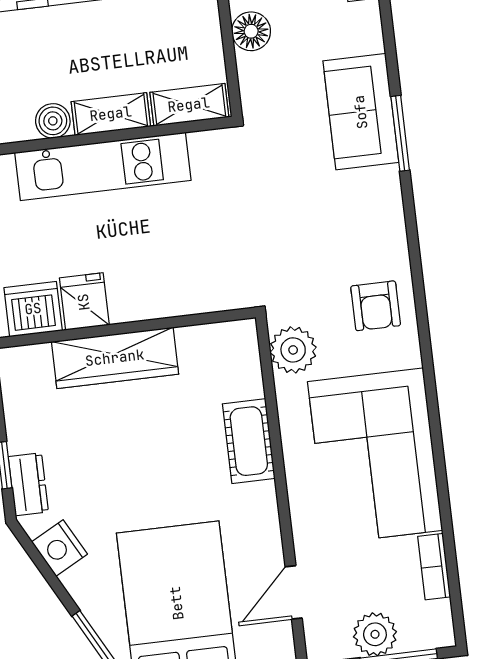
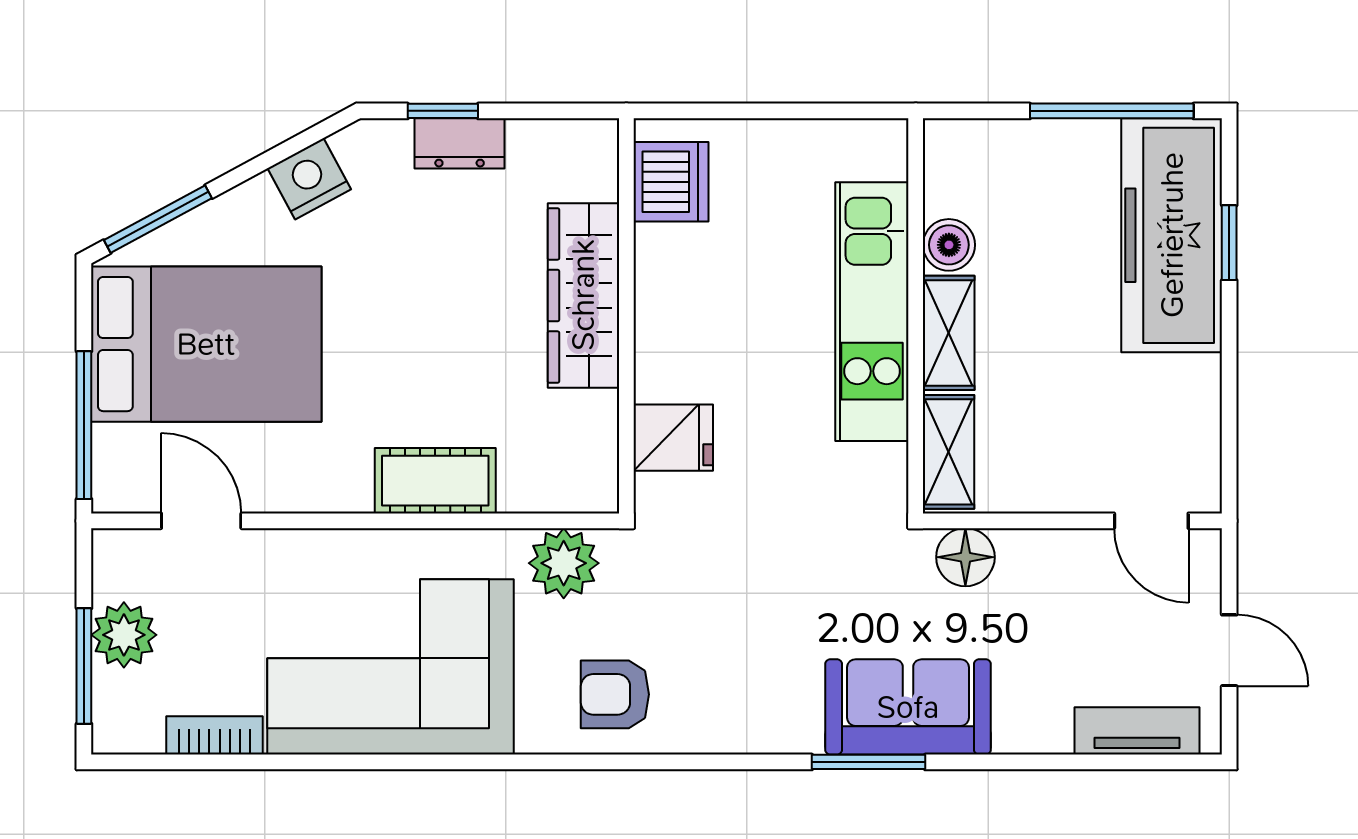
floor lamp: (251, 31) -> (965, 557), moved
fridge: (84, 302) -> (673, 438), moved
dresser: (28, 484) -> (460, 143), moved

